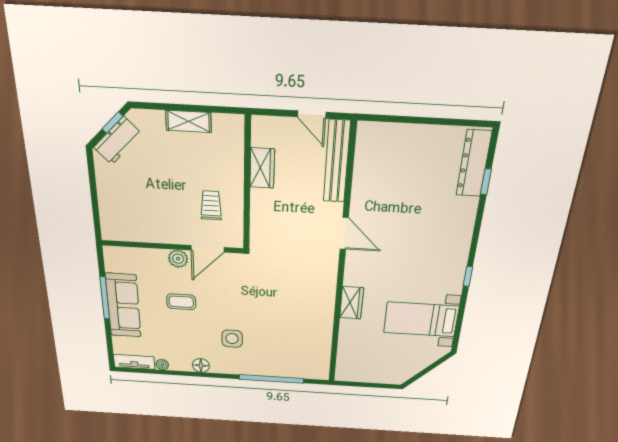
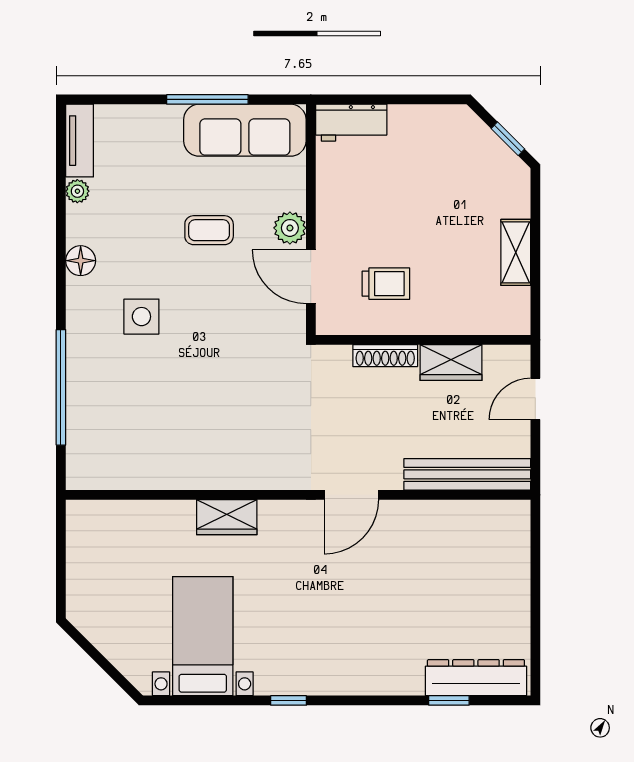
door: (312, 115) -> (535, 399), moved
workbench: (118, 141) -> (351, 123), moved, turned -45
shoe rack: (257, 208) -> (385, 356), added
coffee table: (181, 302) -> (209, 230), turned 90
sofa: (123, 305) -> (245, 130), moved

